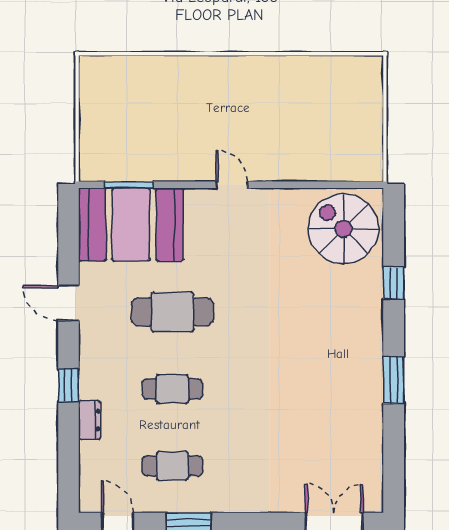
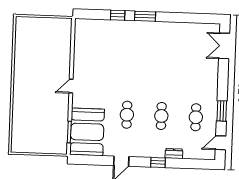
spiral stairs: (344, 229) -> (92, 37), removed
cafe table: (172, 312) -> (127, 115), width x0.73, depth x0.74
window: (394, 380) -> (145, 16), moved

